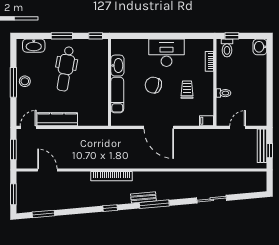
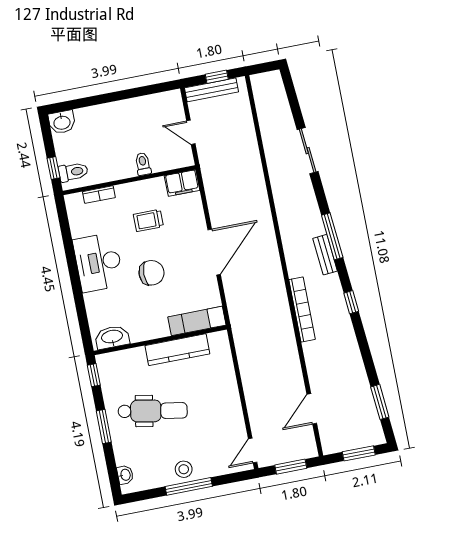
washbasin: (34, 46) -> (125, 475), width x0.52, depth x0.69
washbasin: (117, 66) -> (112, 337), moved
chair: (153, 85) -> (151, 273), turned -105
exam couch: (117, 95) -> (197, 321), moved
kitchen counter: (57, 119) -> (177, 350), moved, turned -90
filing cabinet: (207, 121) -> (182, 183), width x2.00
door: (28, 127) -> (253, 451), hinge flipped

